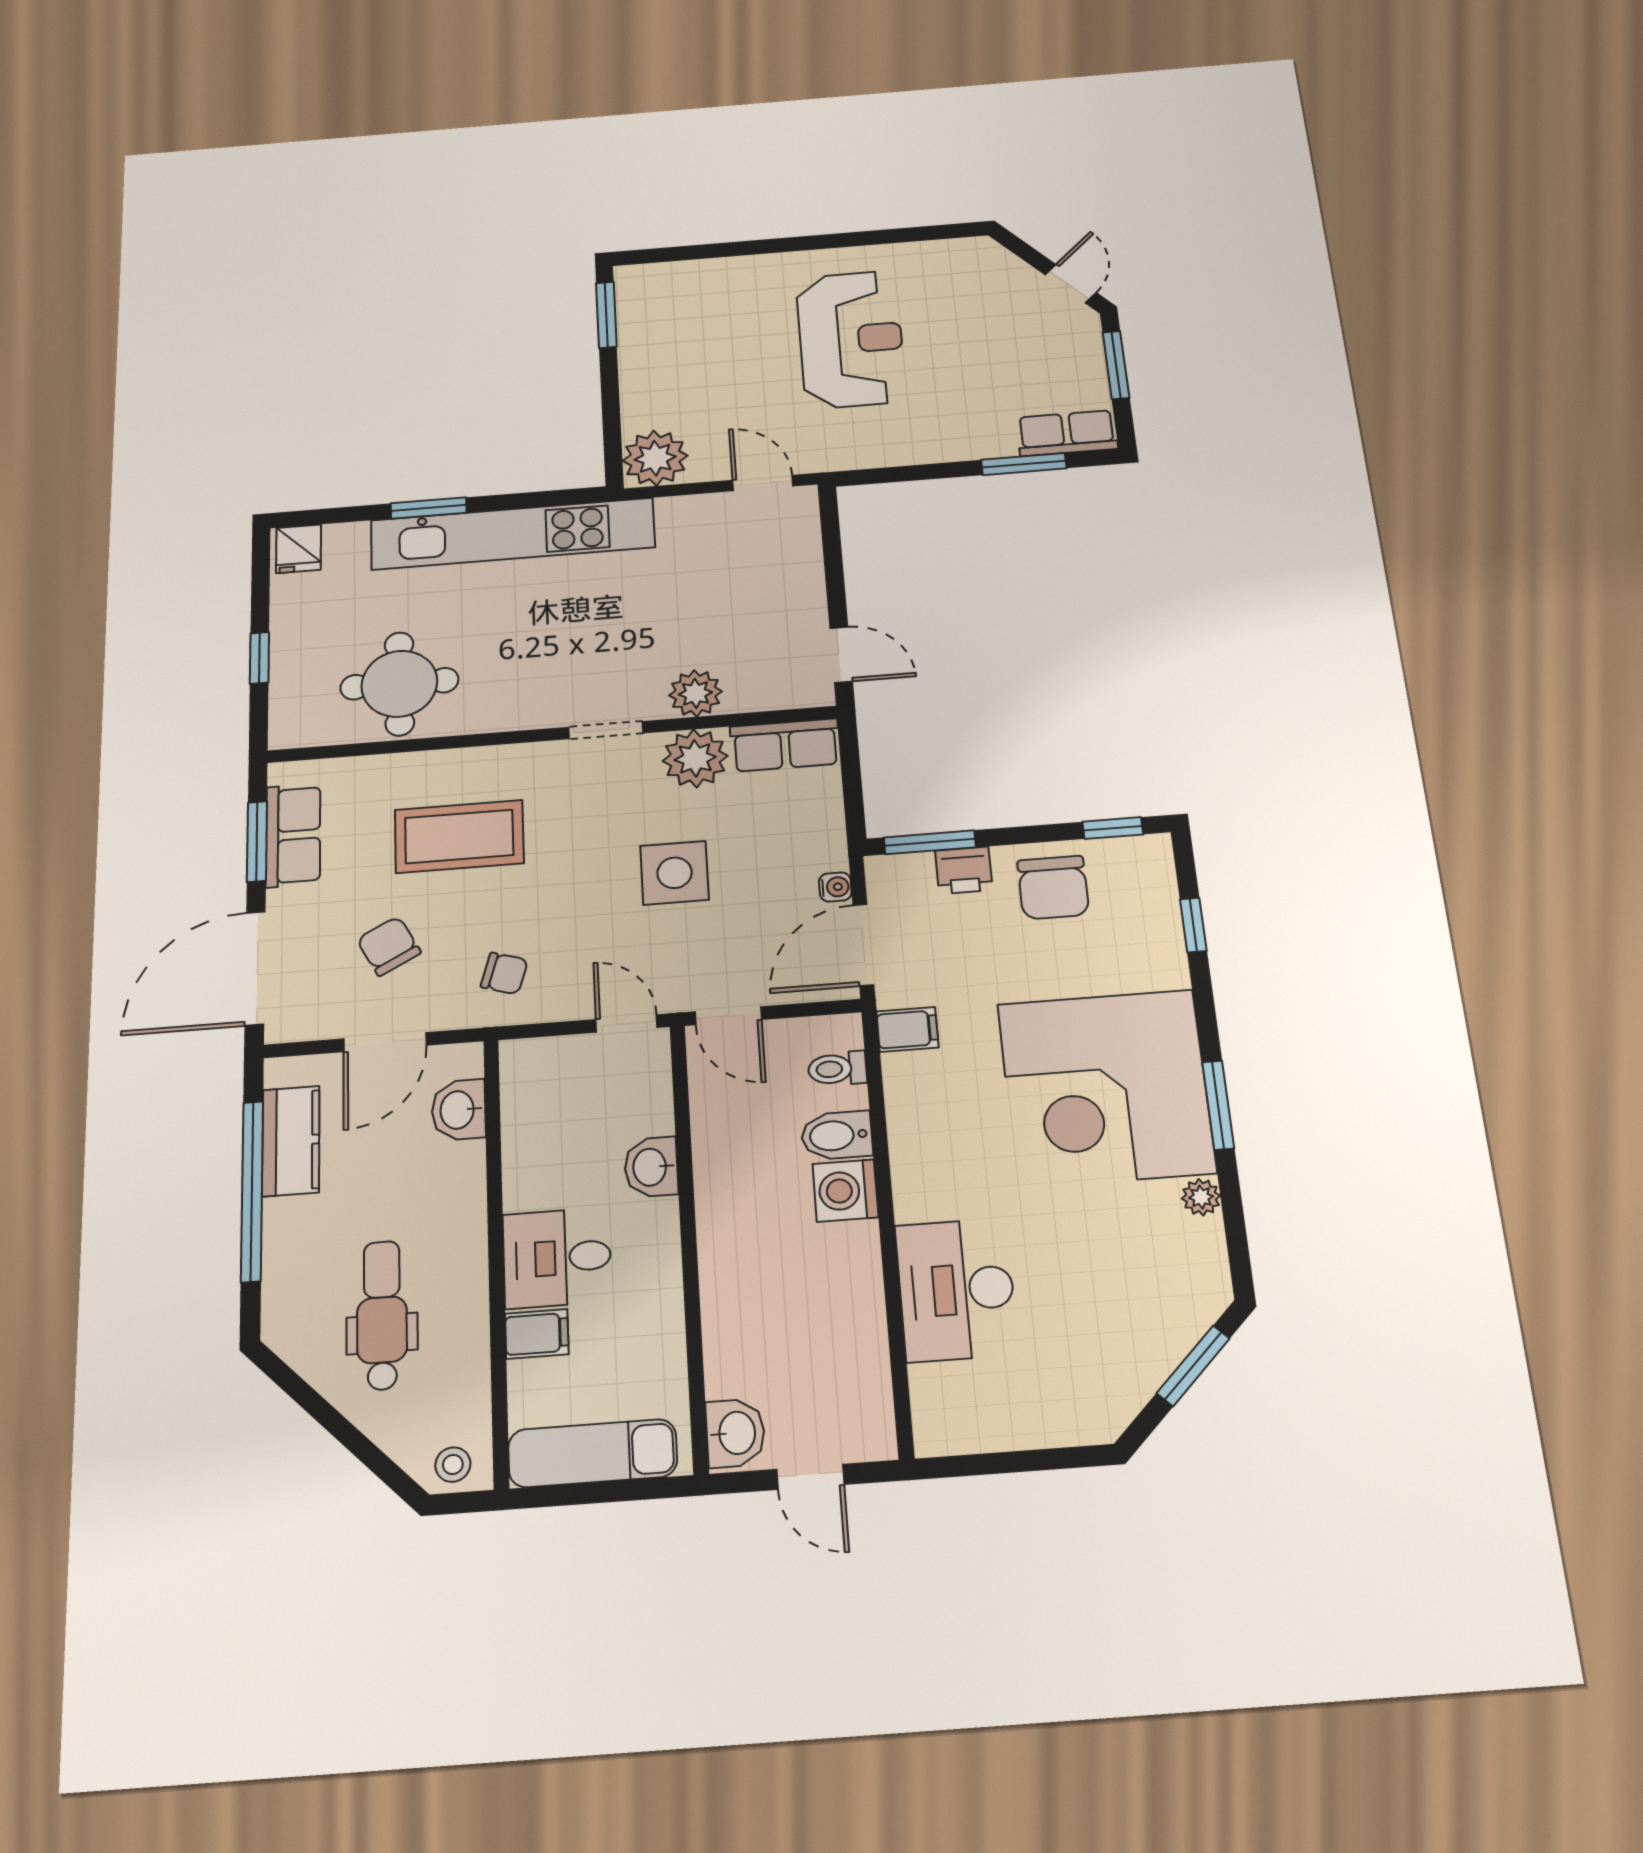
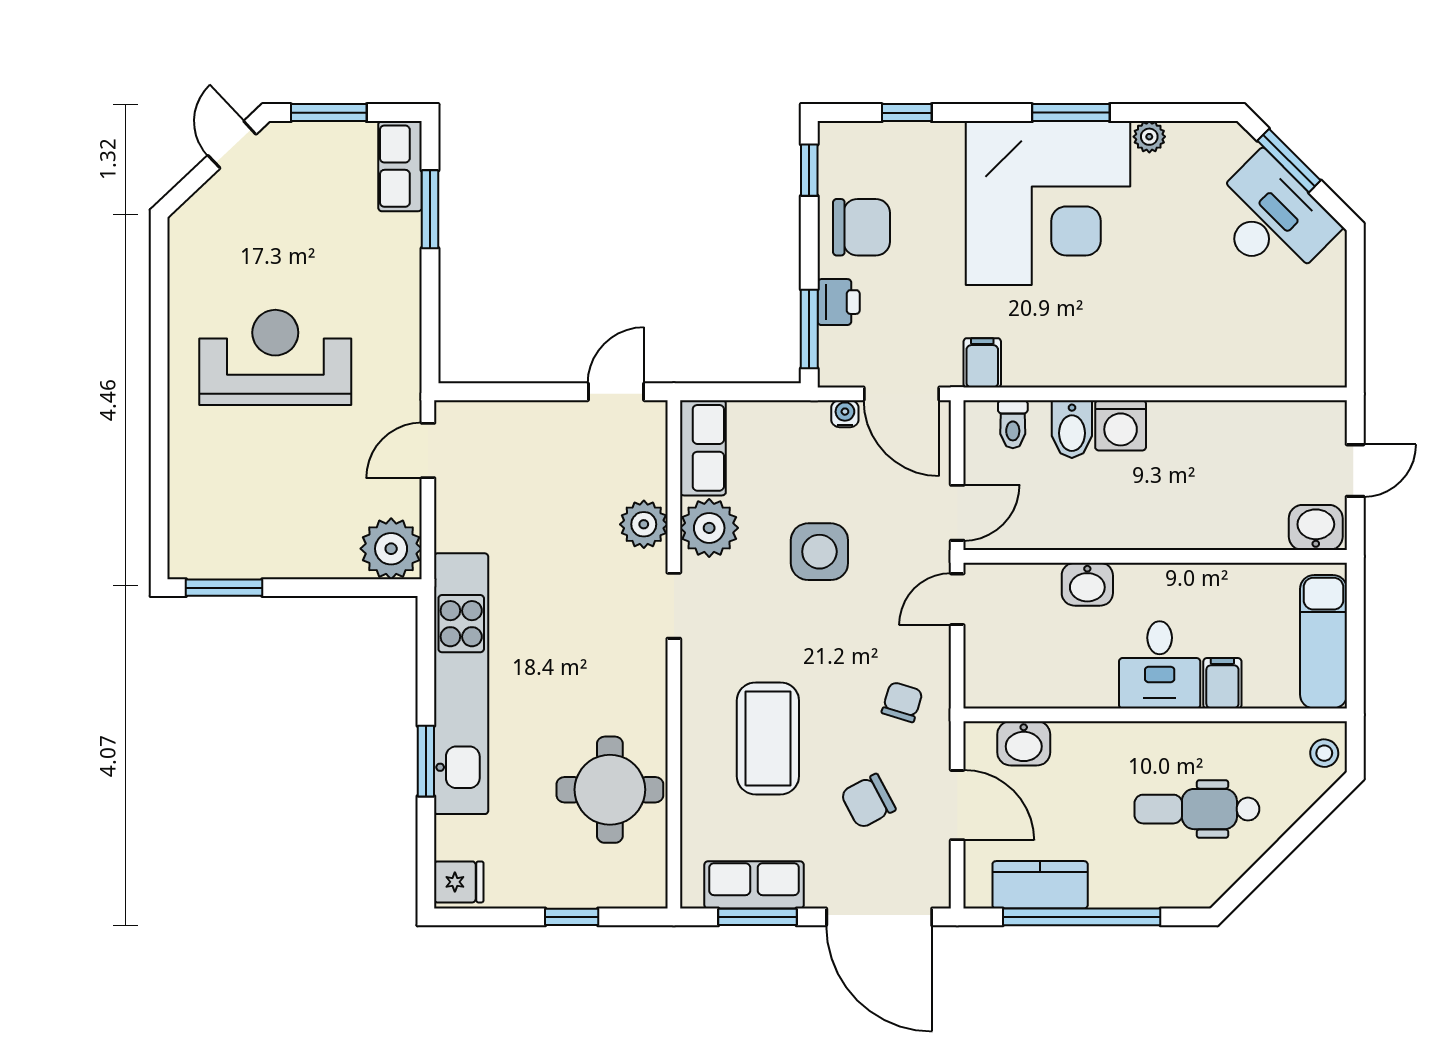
door: (1071, 284) -> (232, 145), hinge flipped
desk: (956, 1290) -> (1272, 219), moved, turned -135

